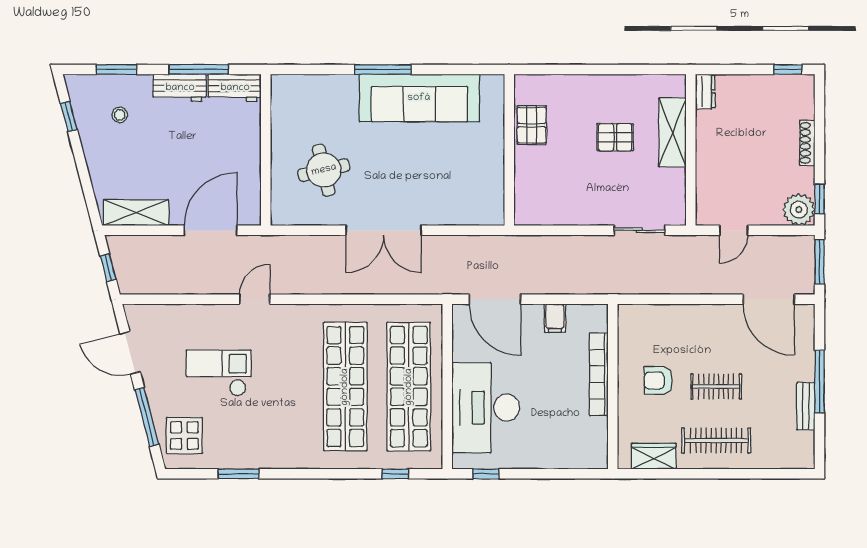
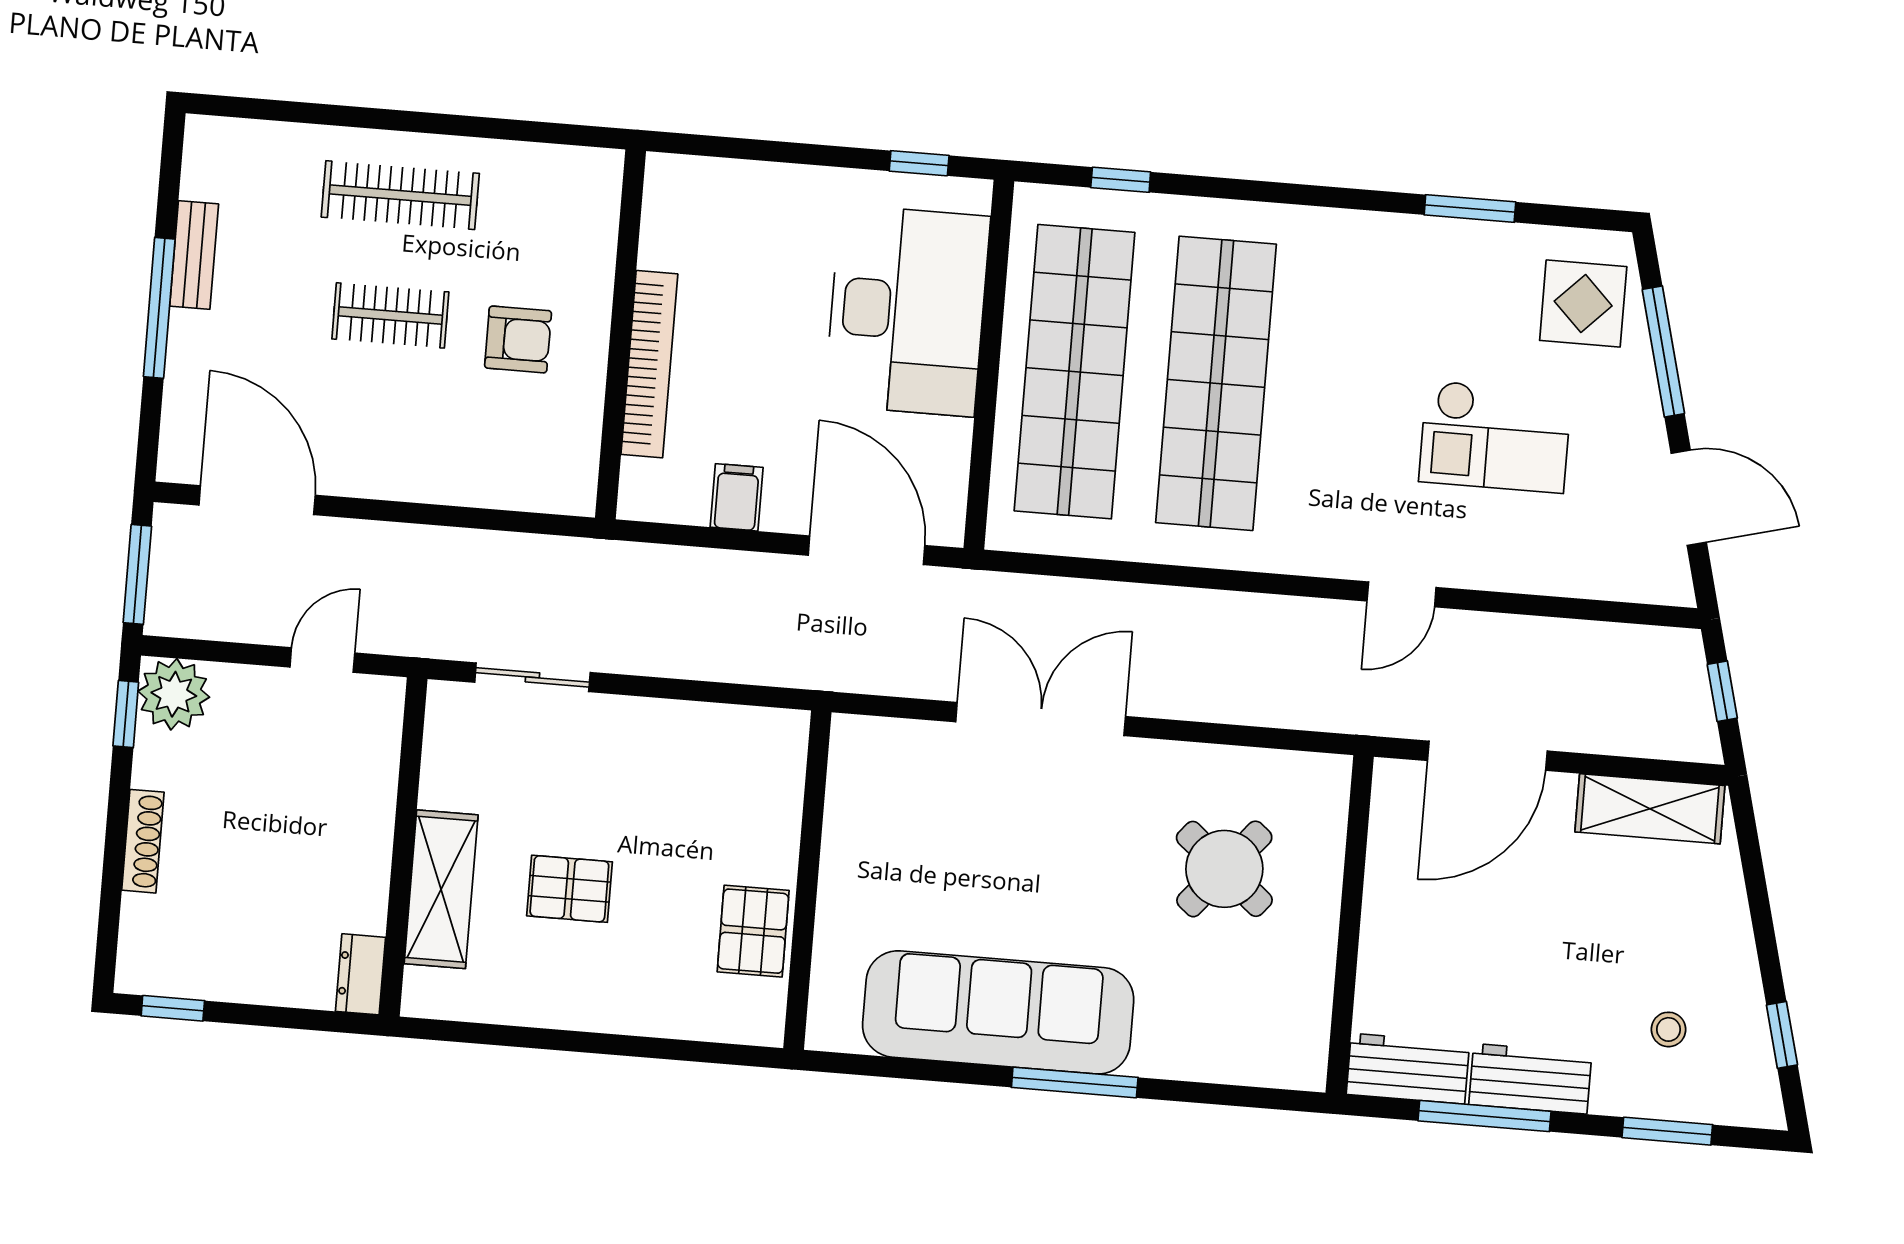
round table: (324, 170) -> (1224, 869), turned -37
double door: (384, 230) -> (1041, 719), moved
wardrobe: (654, 456) -> (542, 172), removed

